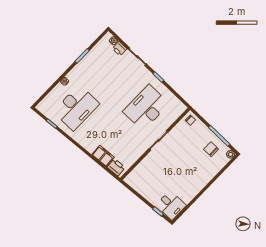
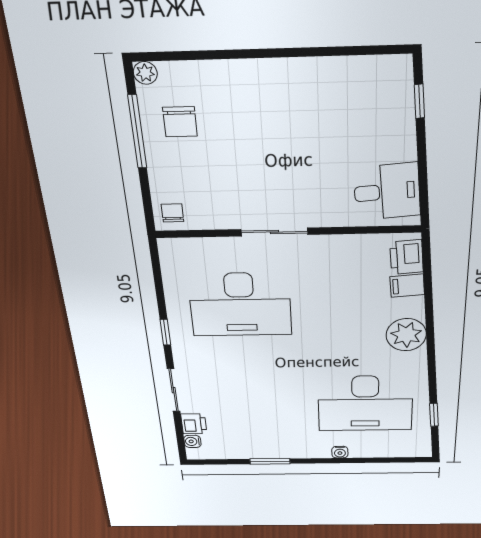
desk: (76, 108) -> (365, 404), turned 180
plant: (90, 143) -> (406, 335), added
filing cabinet: (103, 156) -> (407, 286), width x0.50
desk: (171, 205) -> (387, 192), moved, turned 86

